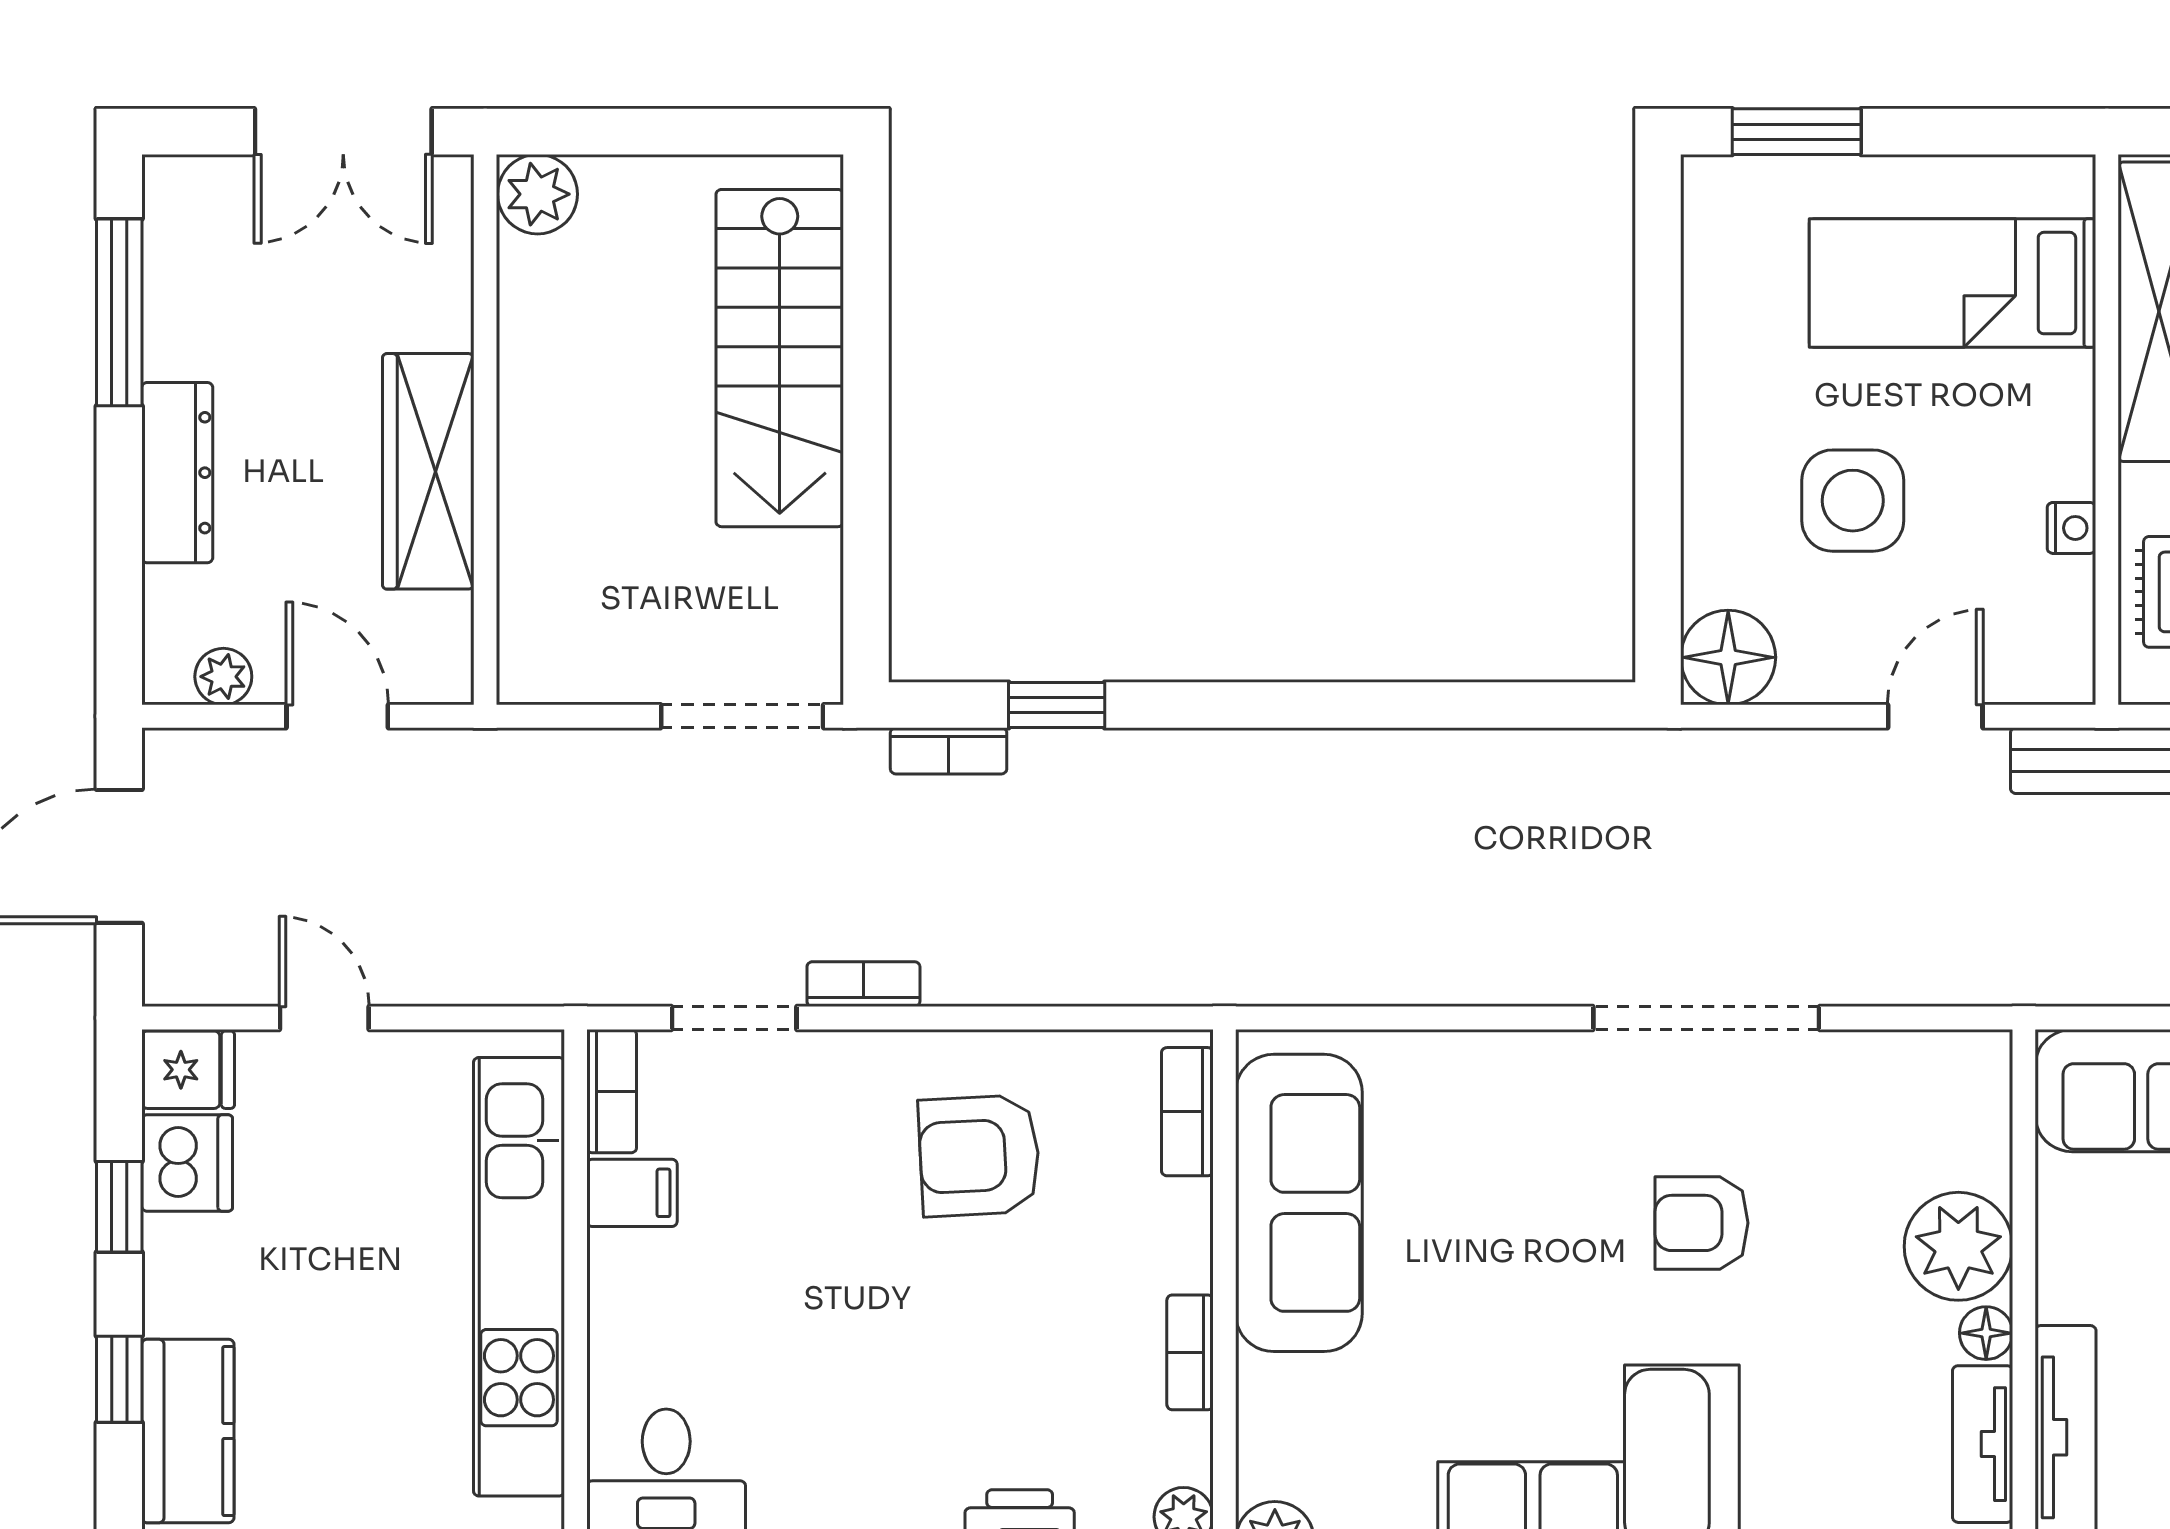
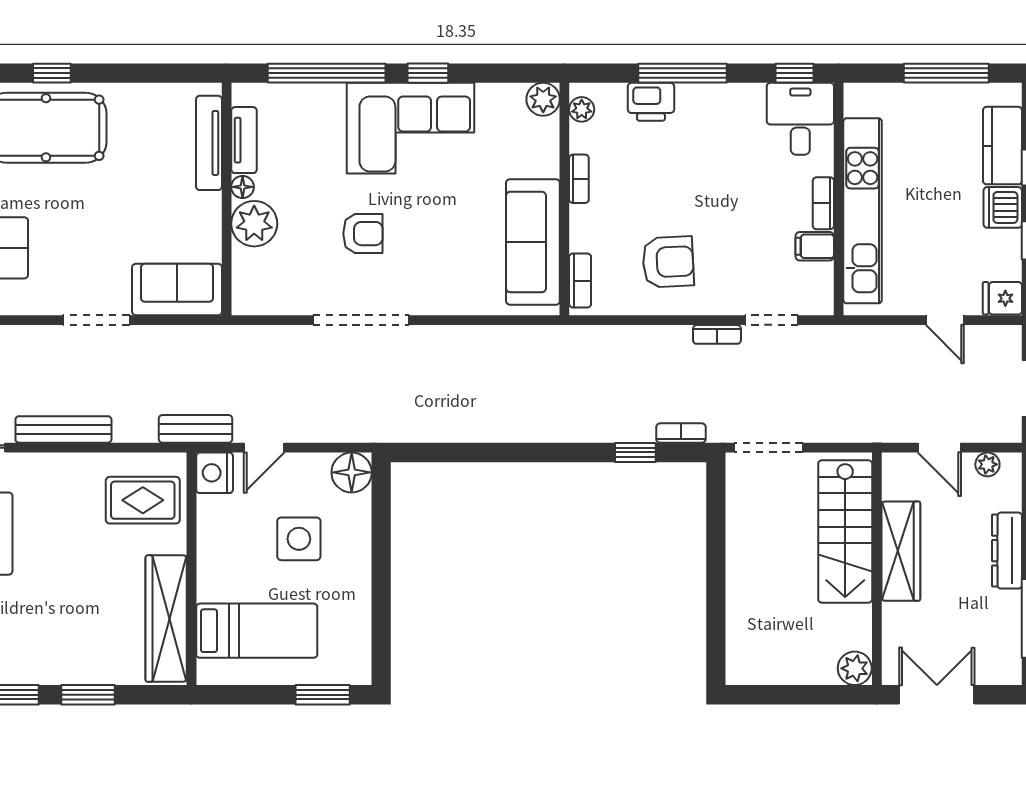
stairs: (780, 358) -> (845, 531), moved, turned 180
nightstand: (2071, 528) -> (215, 473), moved, width x1.89, depth x1.79
bookcase: (612, 1091) -> (823, 203), moved
dishwasher: (187, 1163) -> (1003, 207), moved

